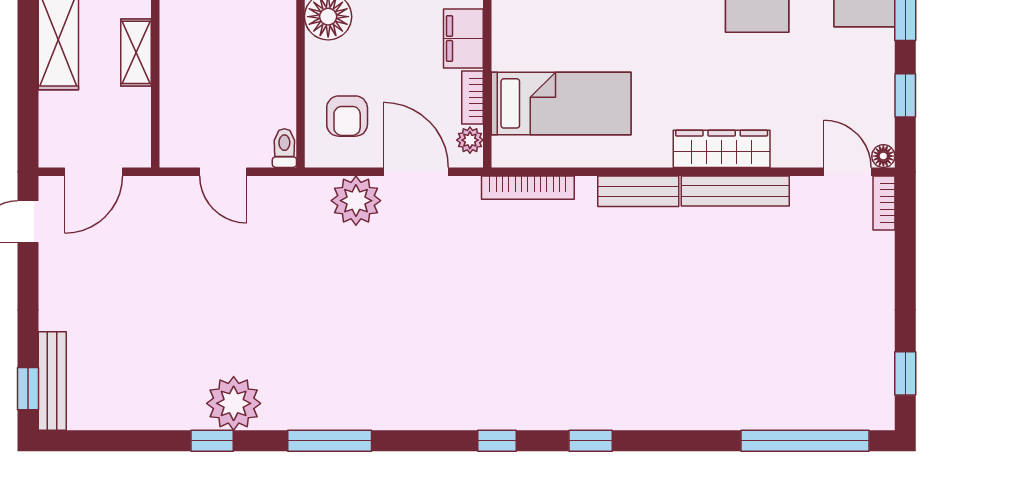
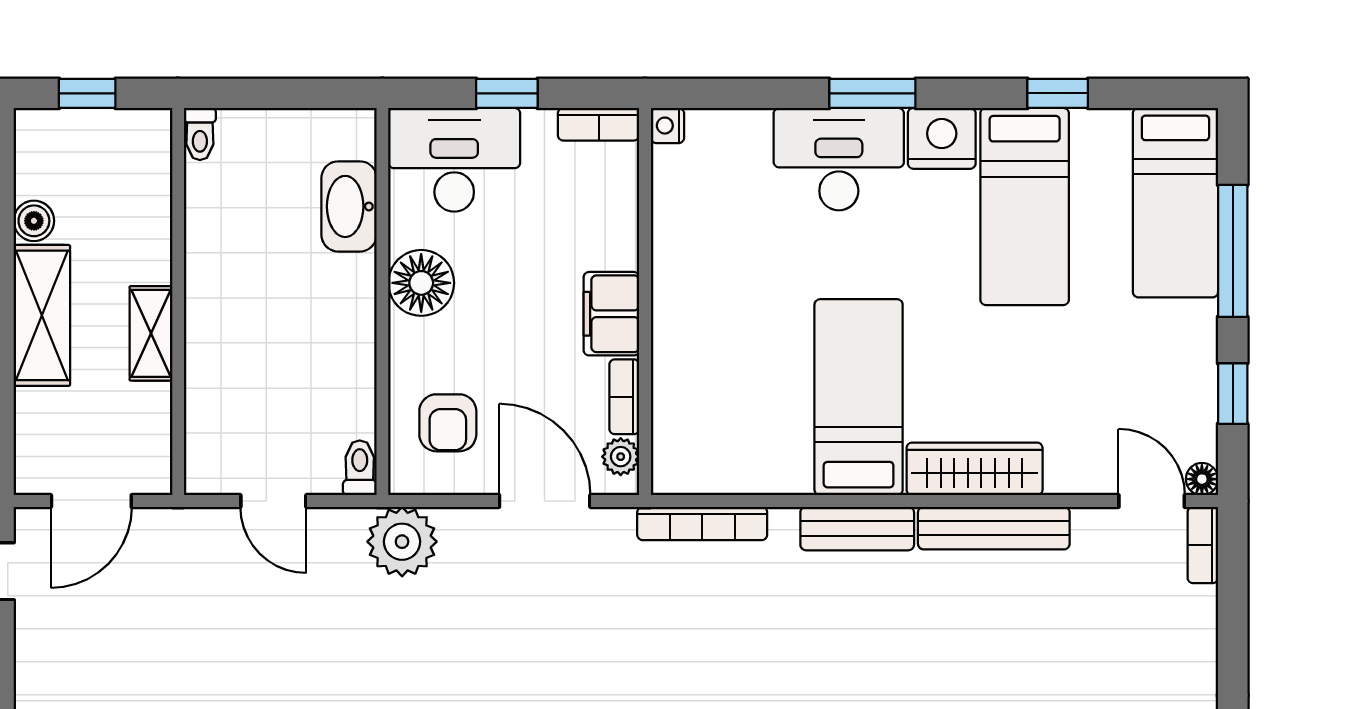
bed: (561, 103) -> (859, 397), moved, turned -90
plant: (356, 201) -> (402, 542), moved

